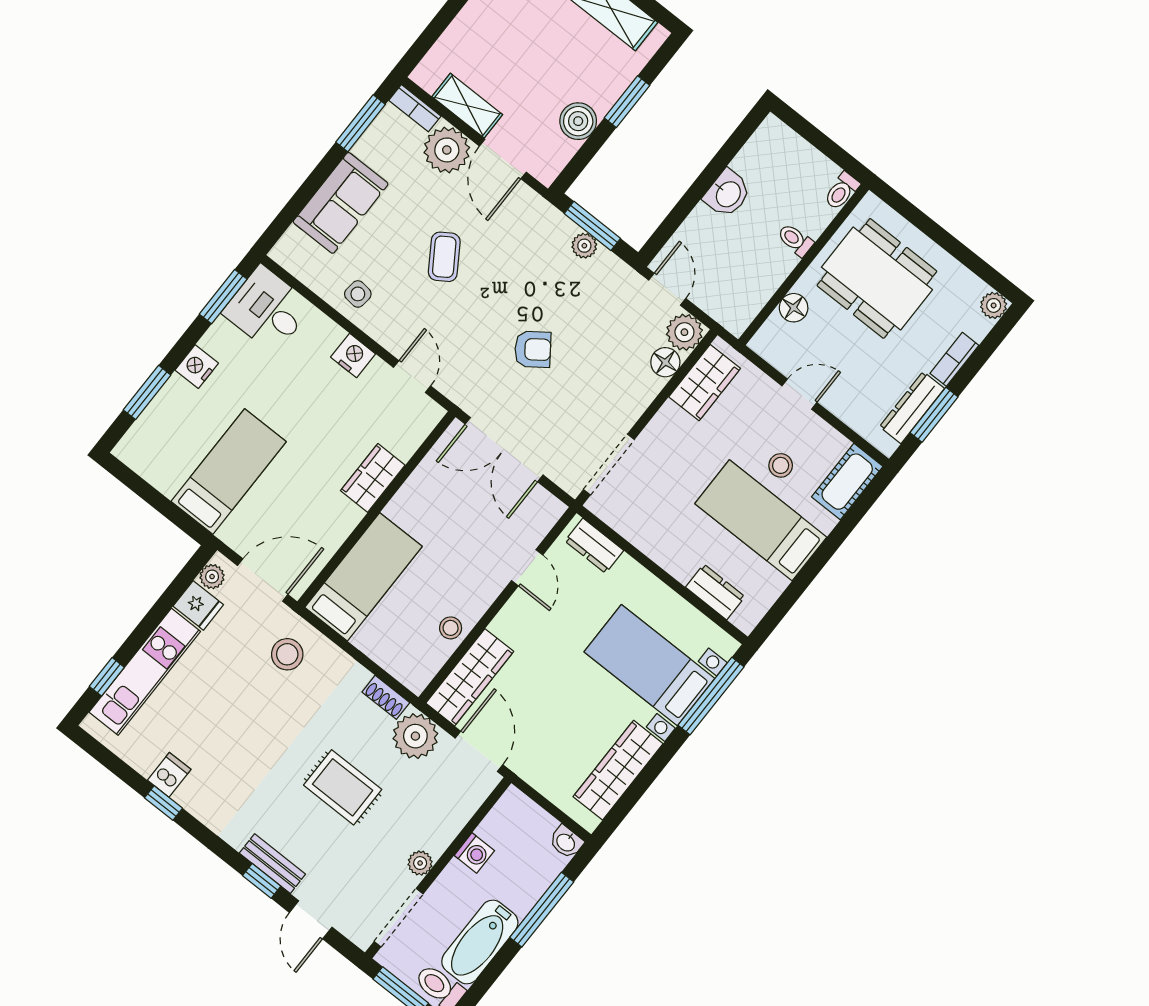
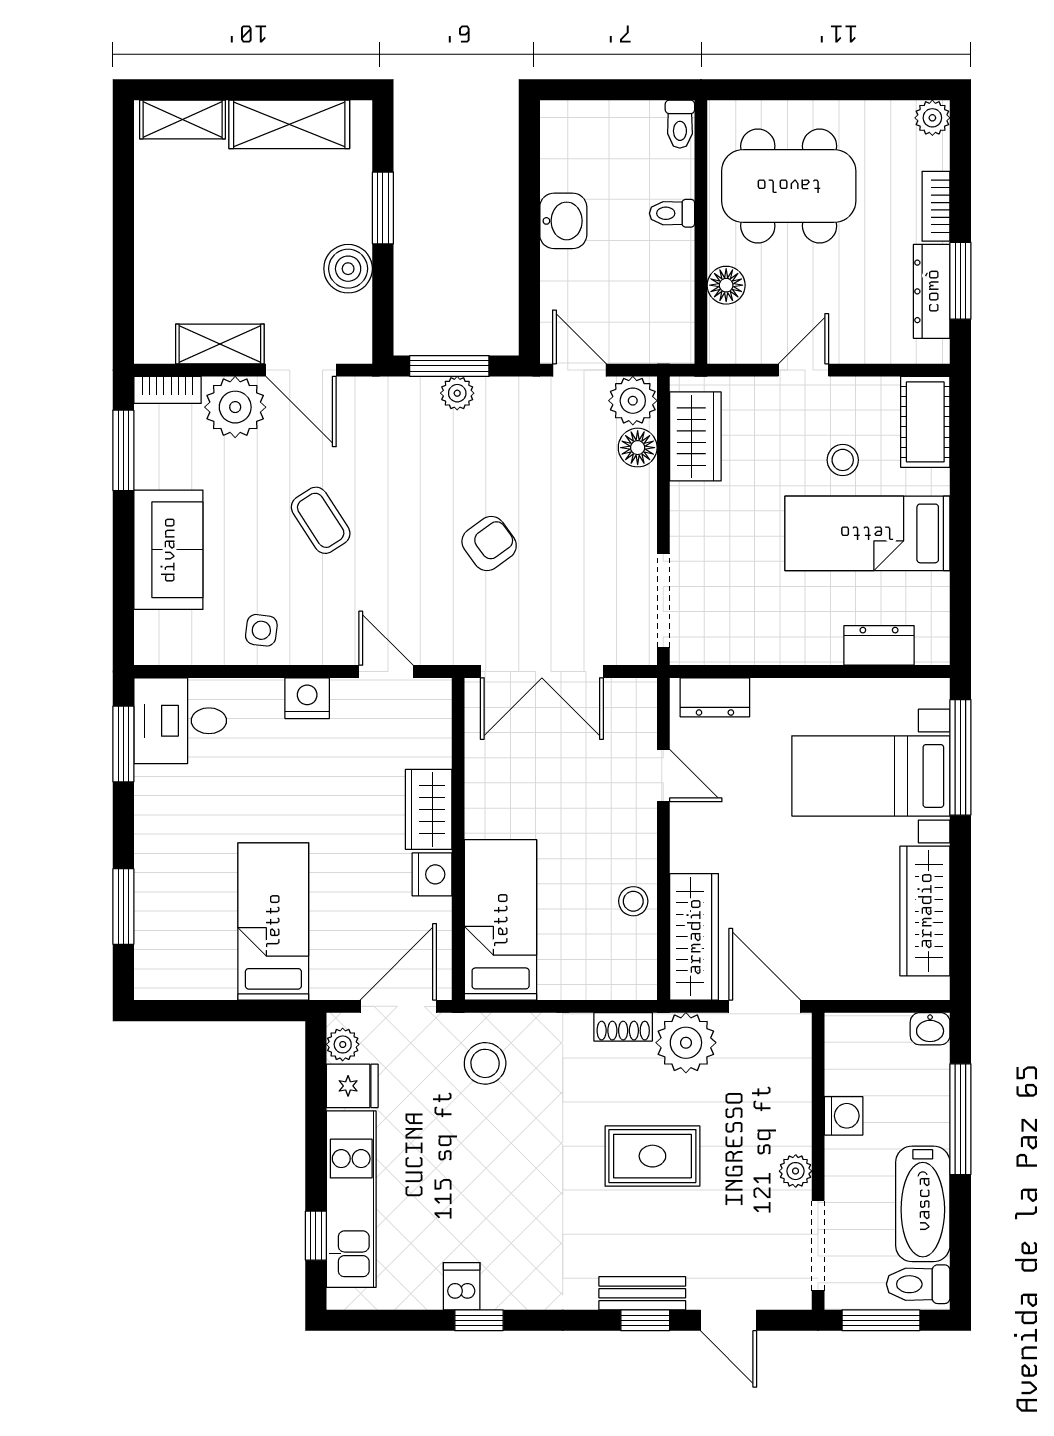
nightstand: (197, 367) -> (432, 874), moved, turned 180

